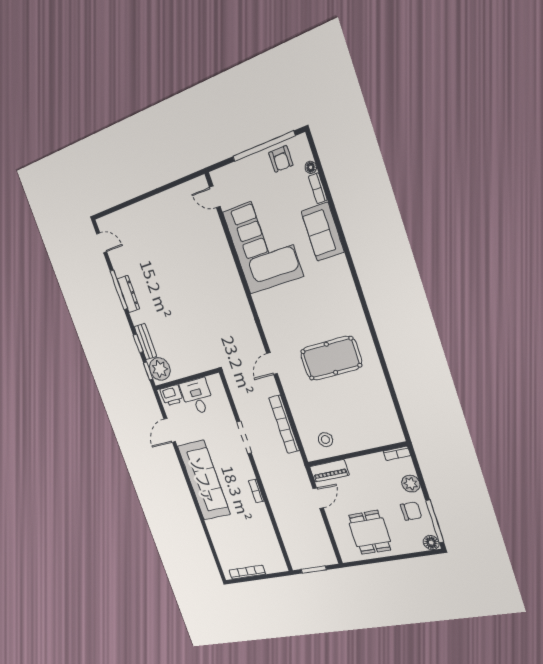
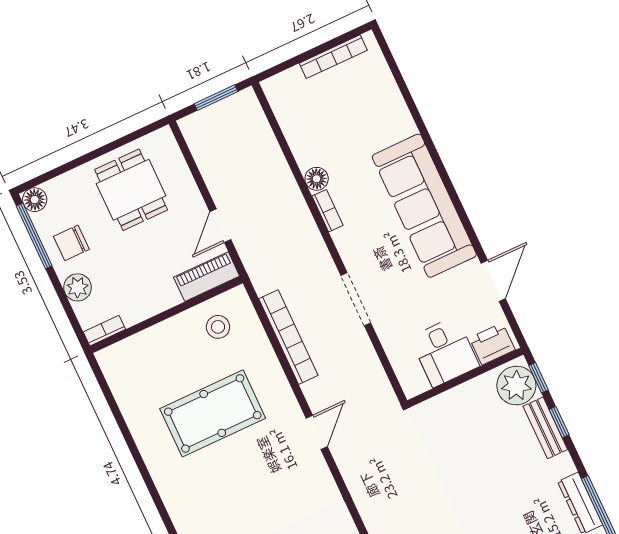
pool table: (331, 358) -> (213, 413), moved
floor lamp: (261, 510) -> (317, 179), added

